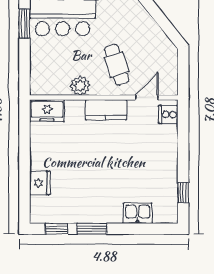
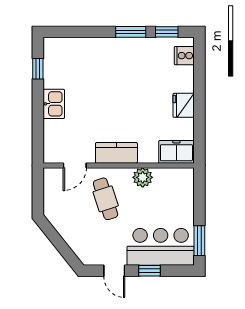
cooker: (168, 114) -> (184, 56), moved, turned 180
fridge: (40, 183) -> (184, 105), moved
kitchen sink: (138, 213) -> (54, 104), moved, turned -90

